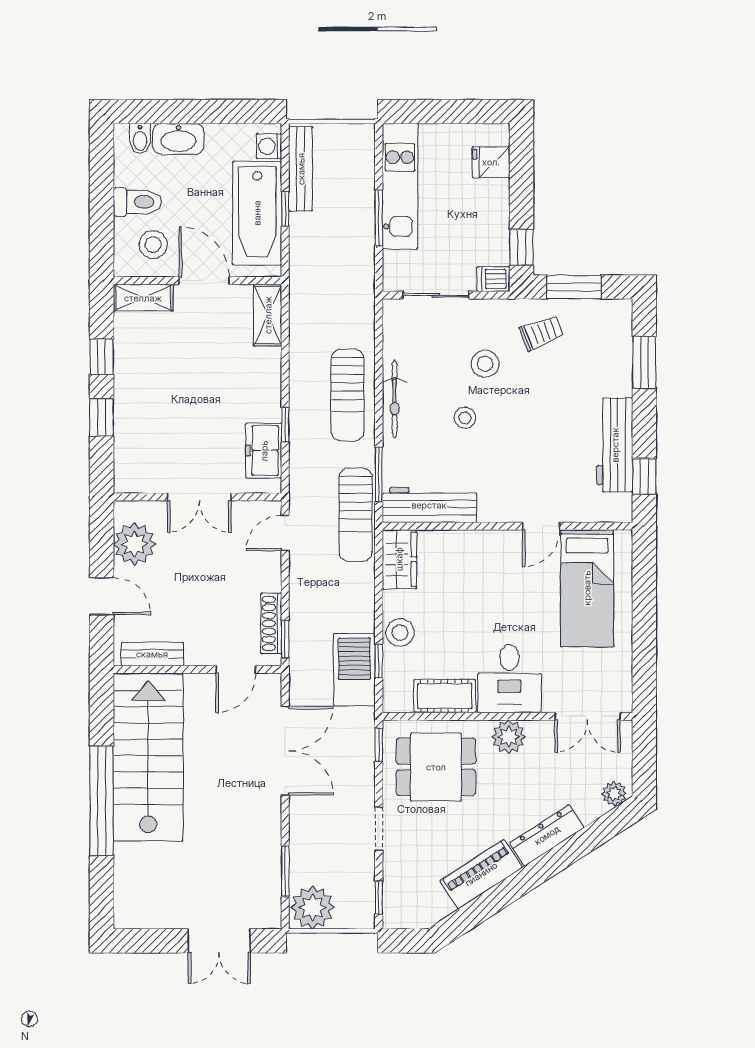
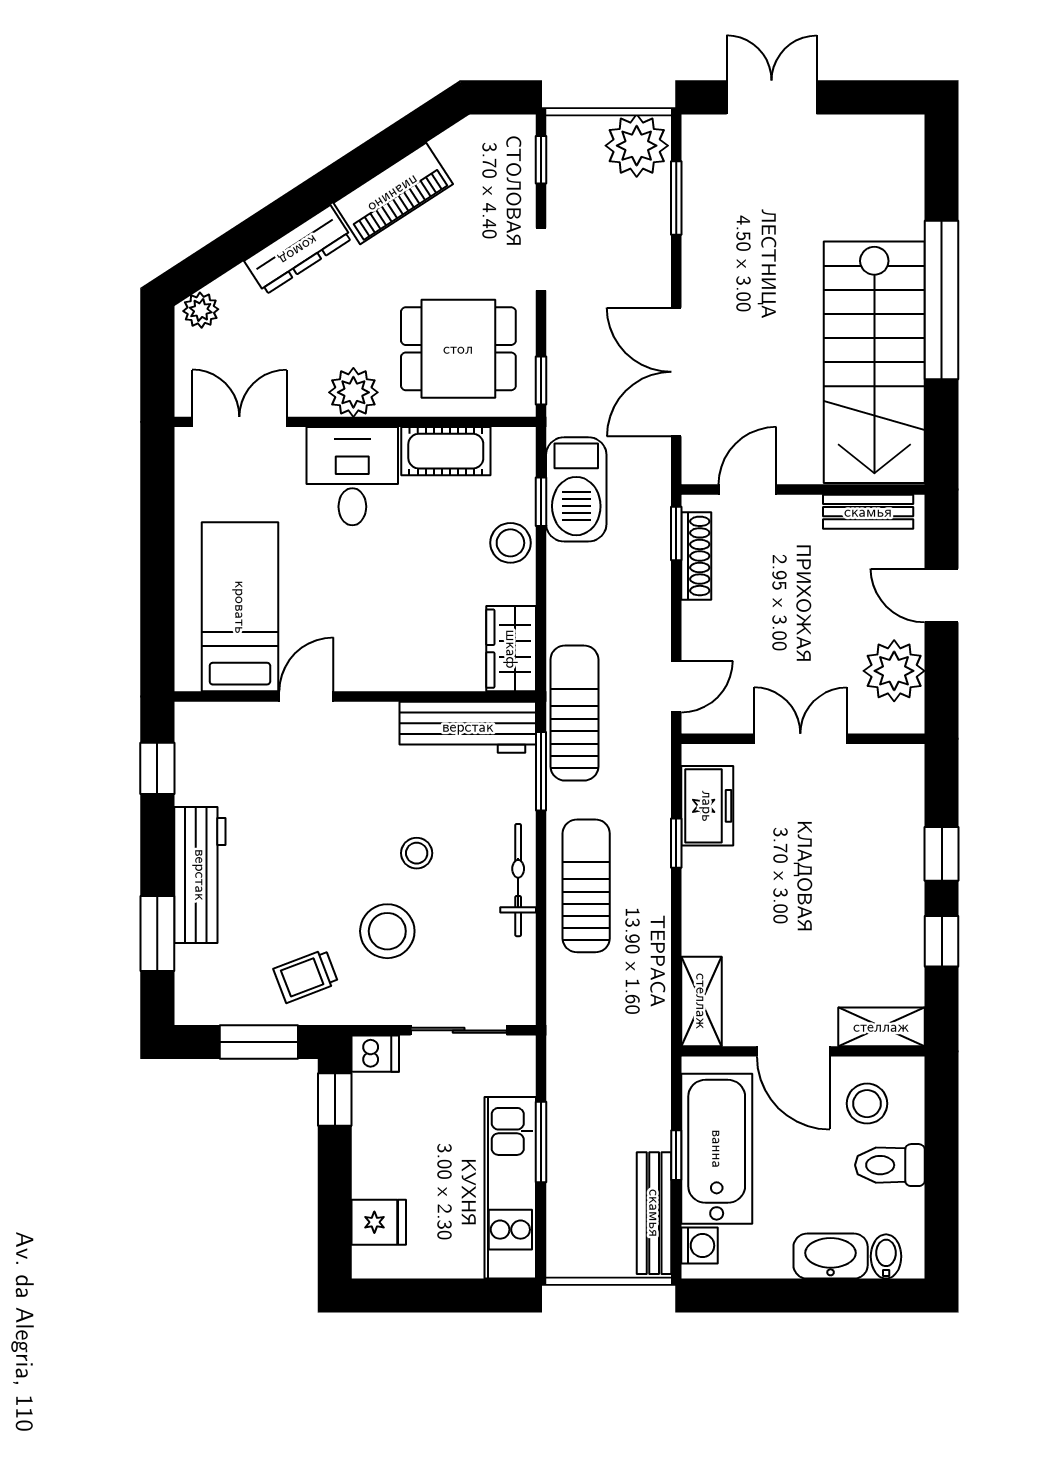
stool: (485, 364) -> (387, 931), width x1.38, depth x1.38
workbench: (615, 445) -> (200, 875), moved

